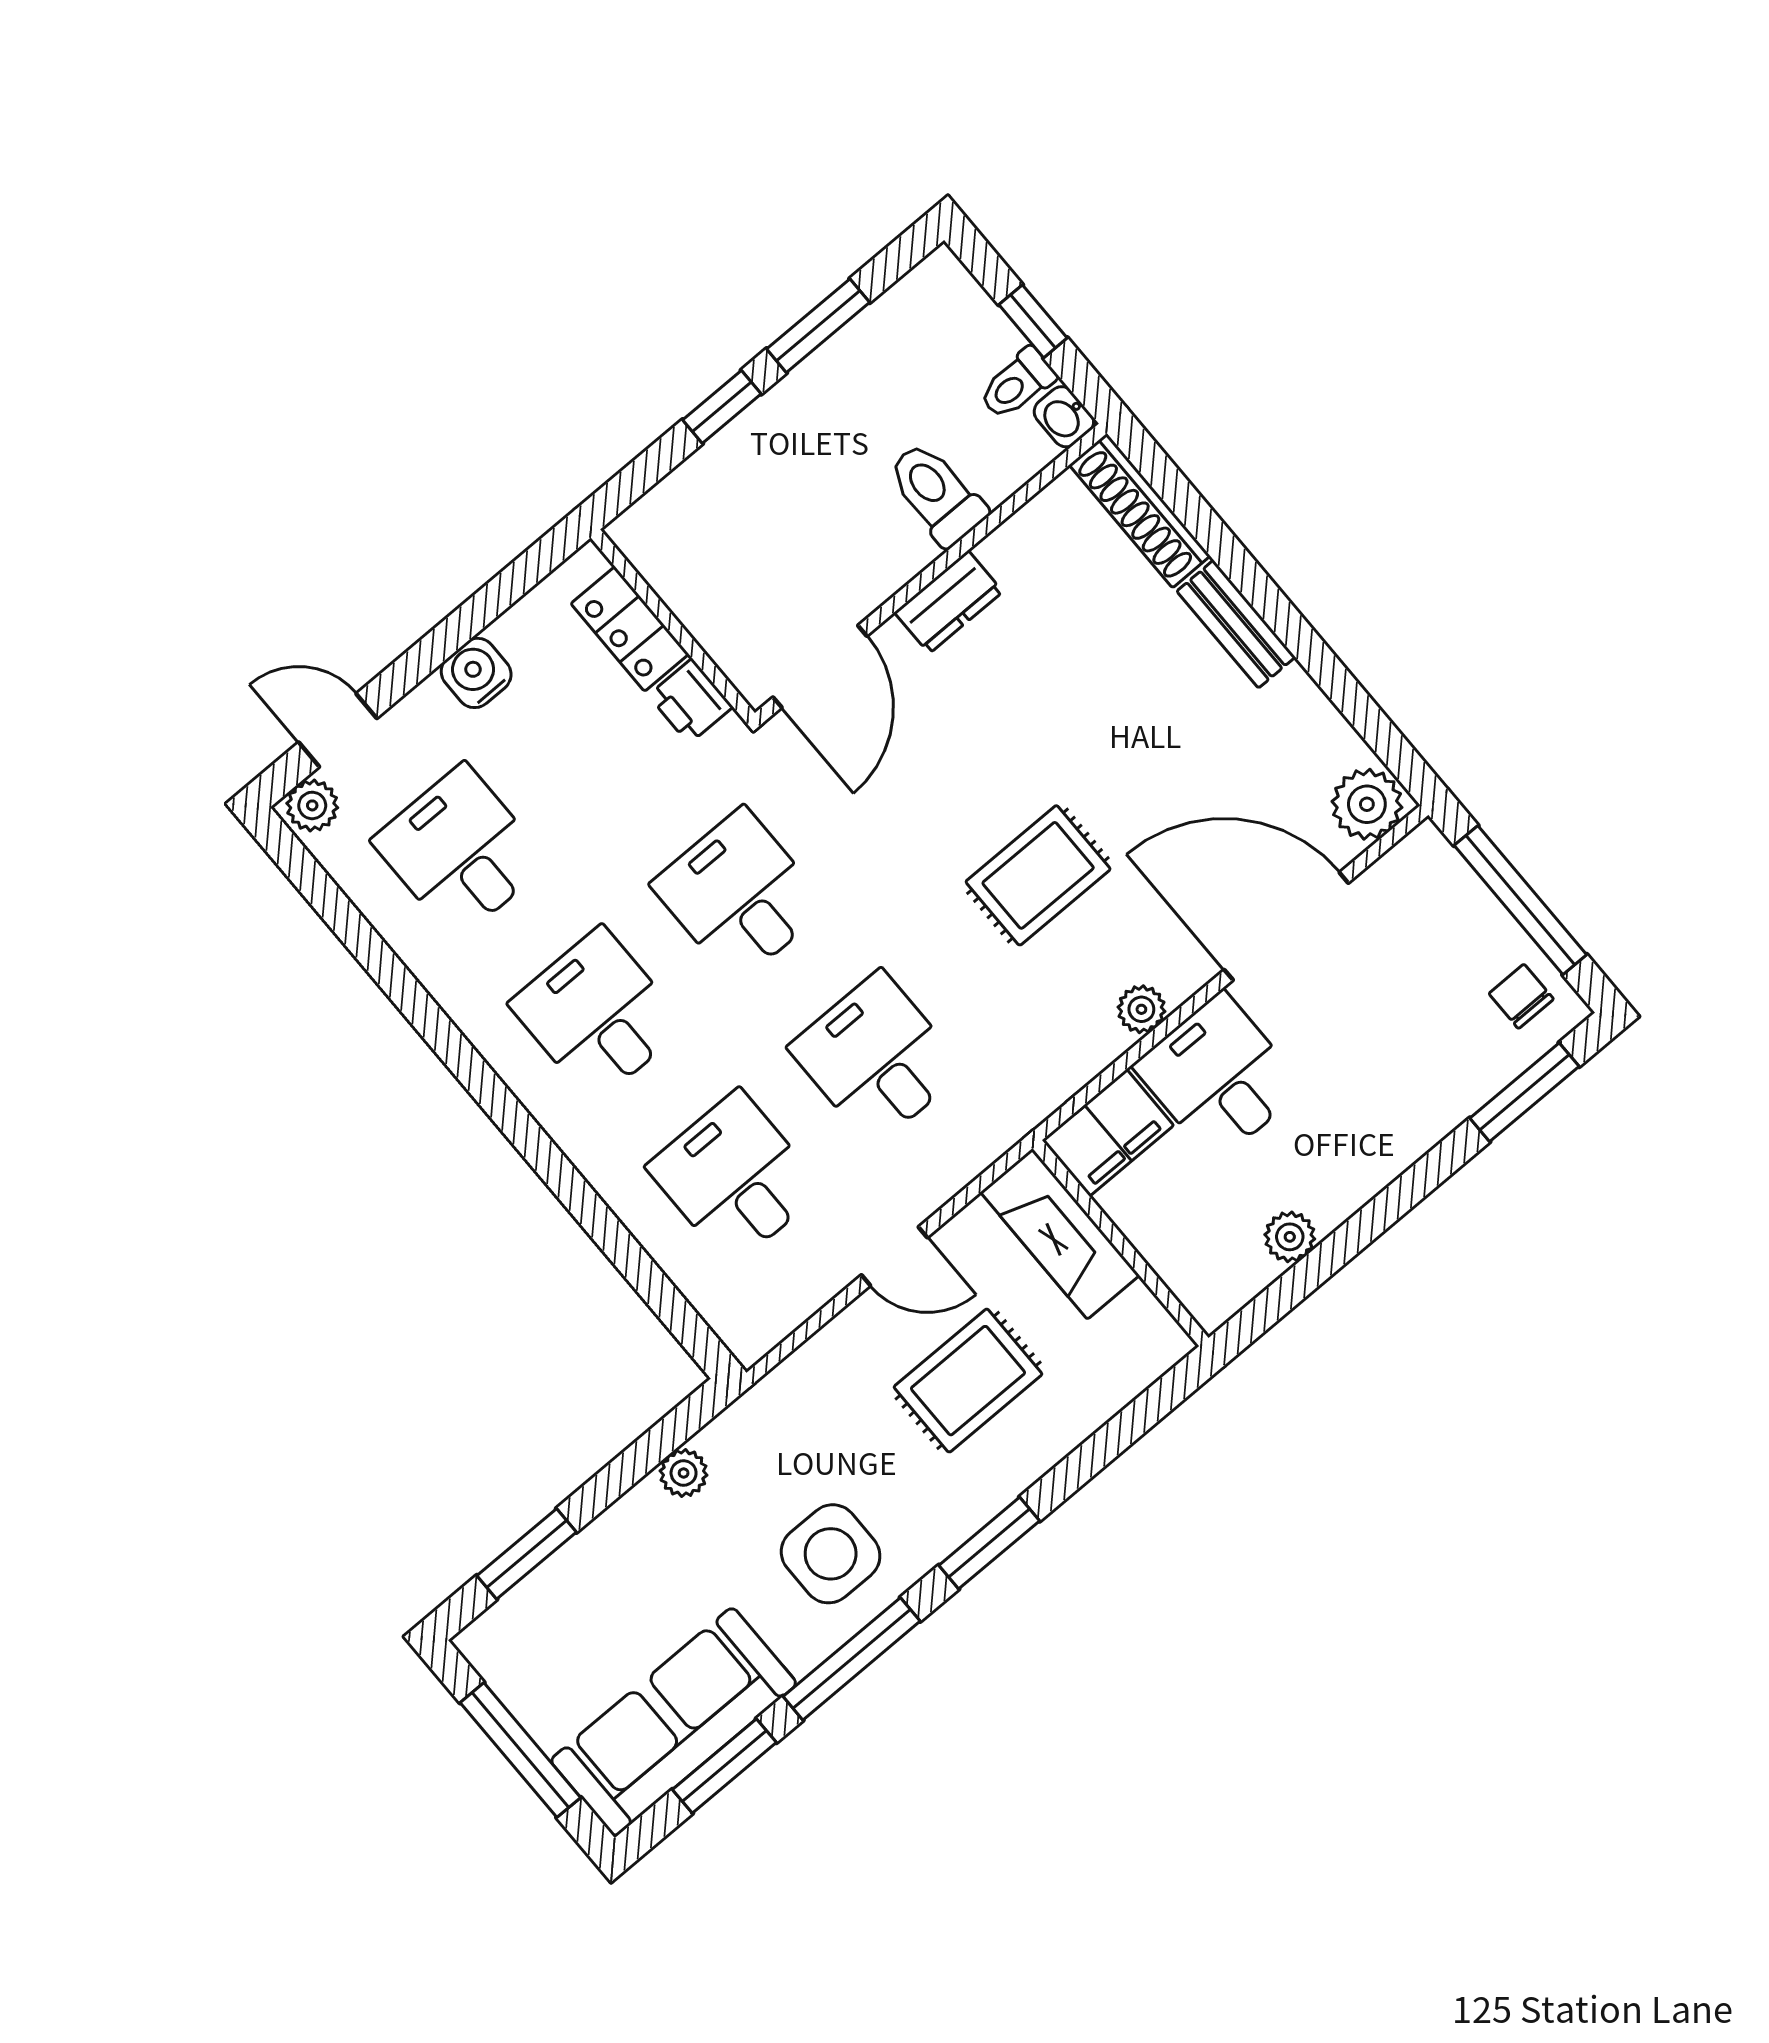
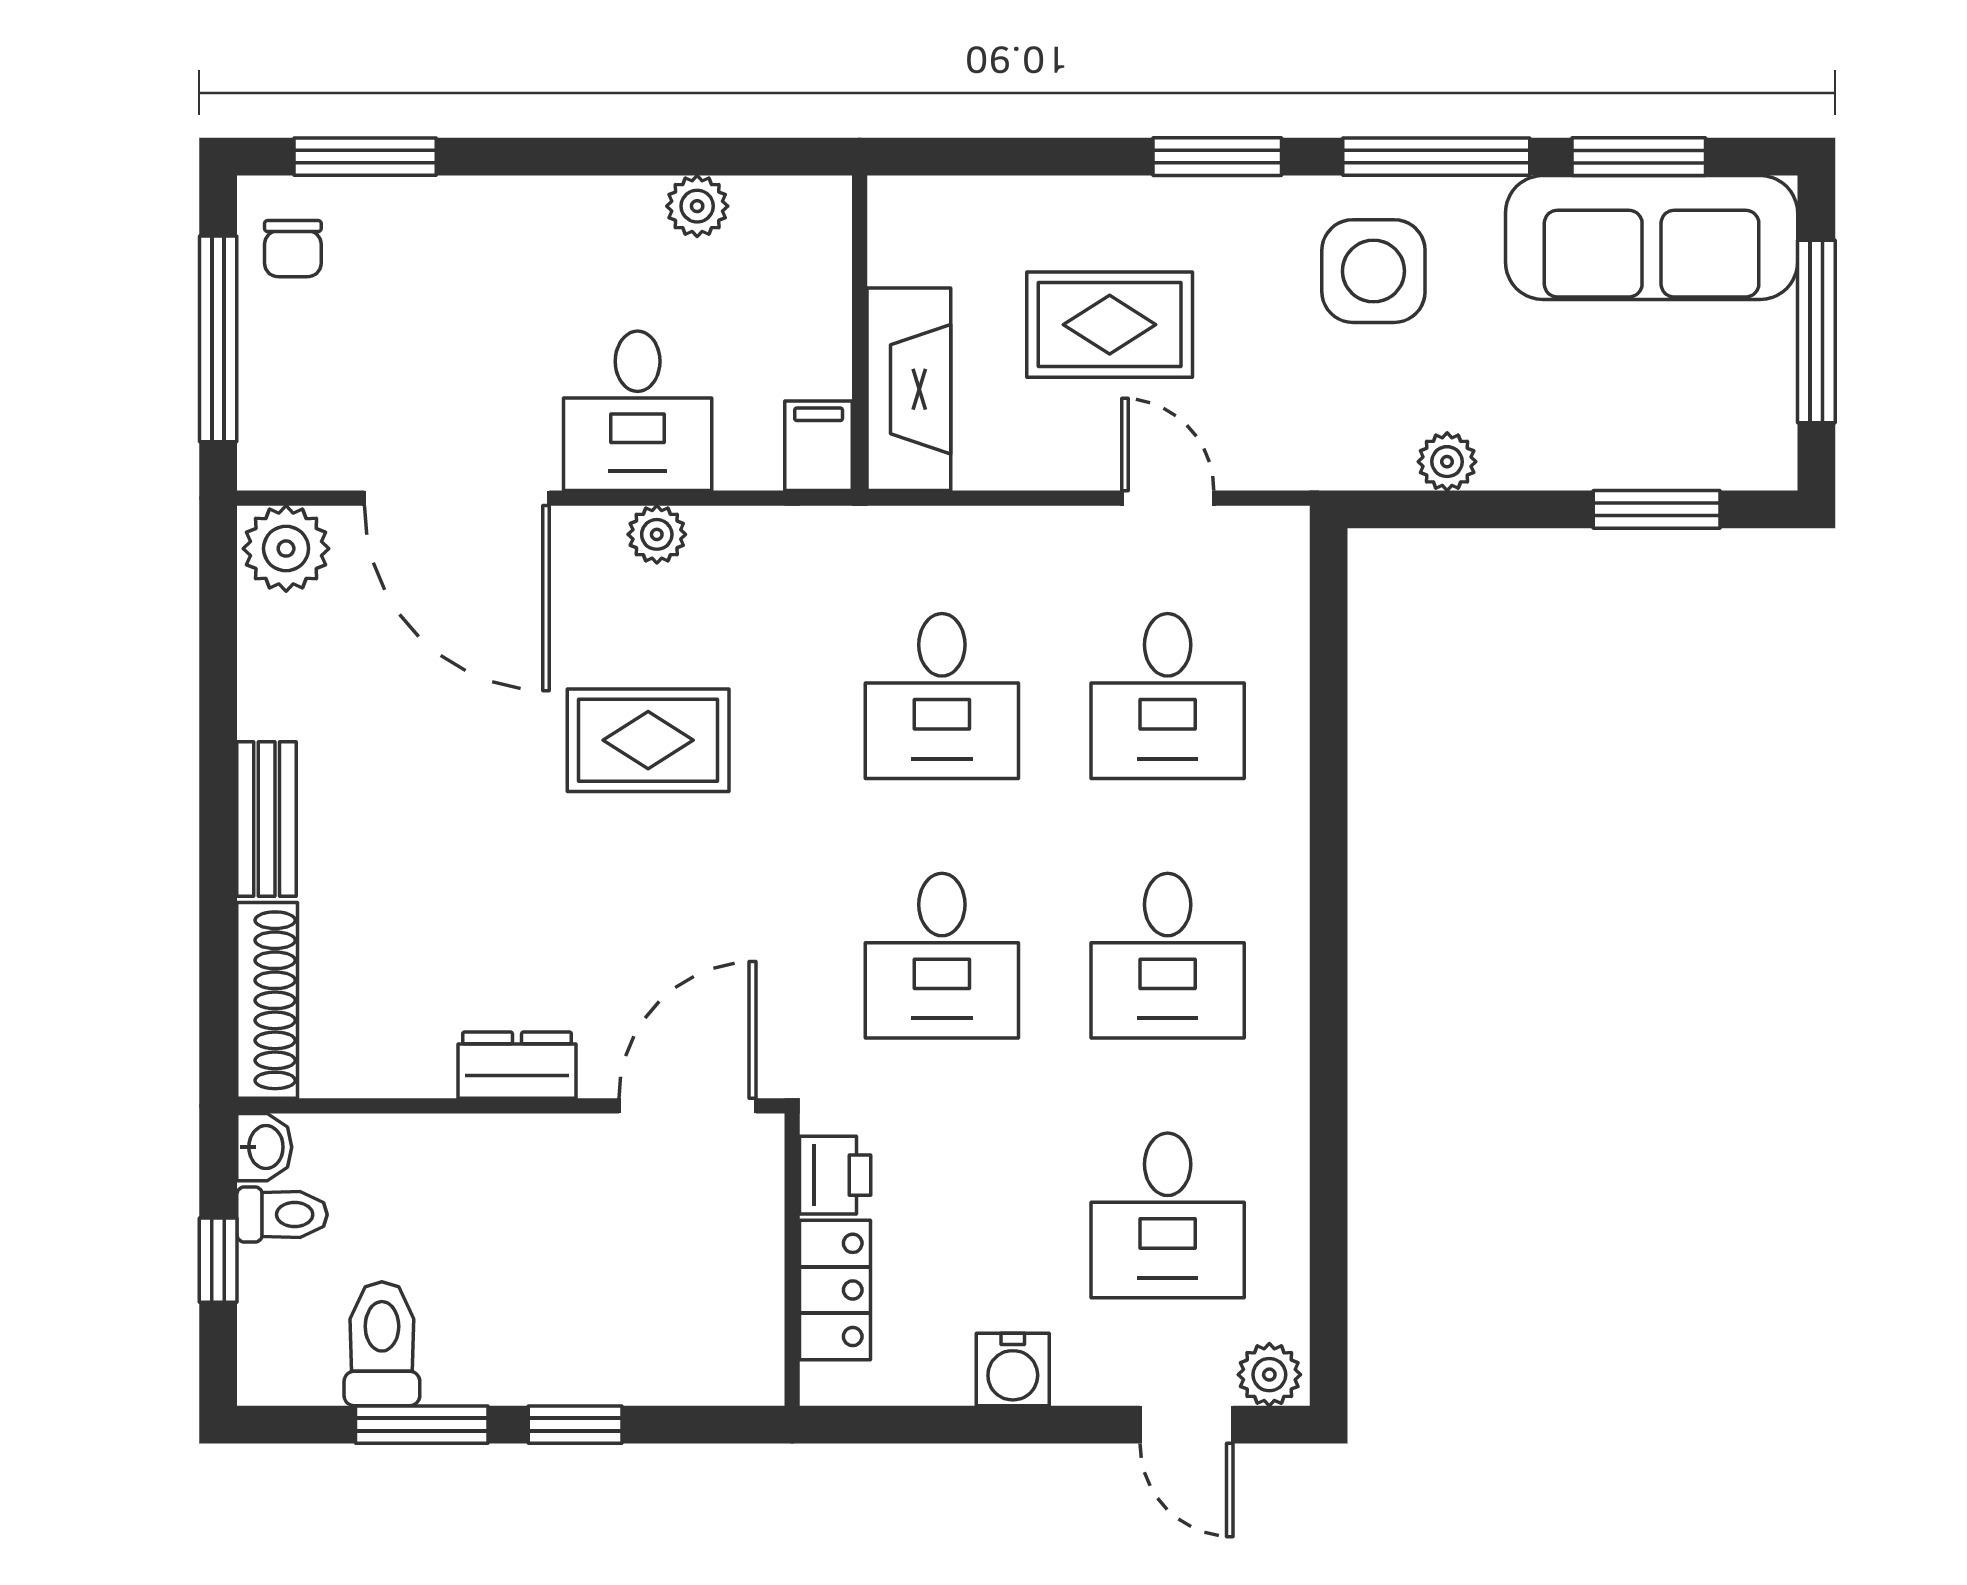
toilet: (936, 494) -> (382, 1344), moved, turned 180
filing cabinet: (1108, 1133) -> (819, 446), width x0.50
door: (894, 1256) -> (1168, 498), moved

